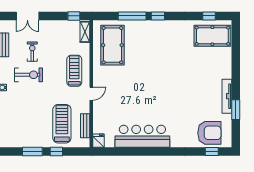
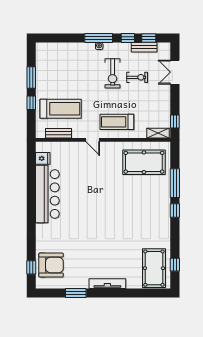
treadmill: (74, 71) -> (117, 122), turned 180
tv unit: (227, 96) -> (107, 284), moved
armchair: (209, 133) -> (51, 265), turned -90
fridge: (98, 141) -> (43, 158), moved

